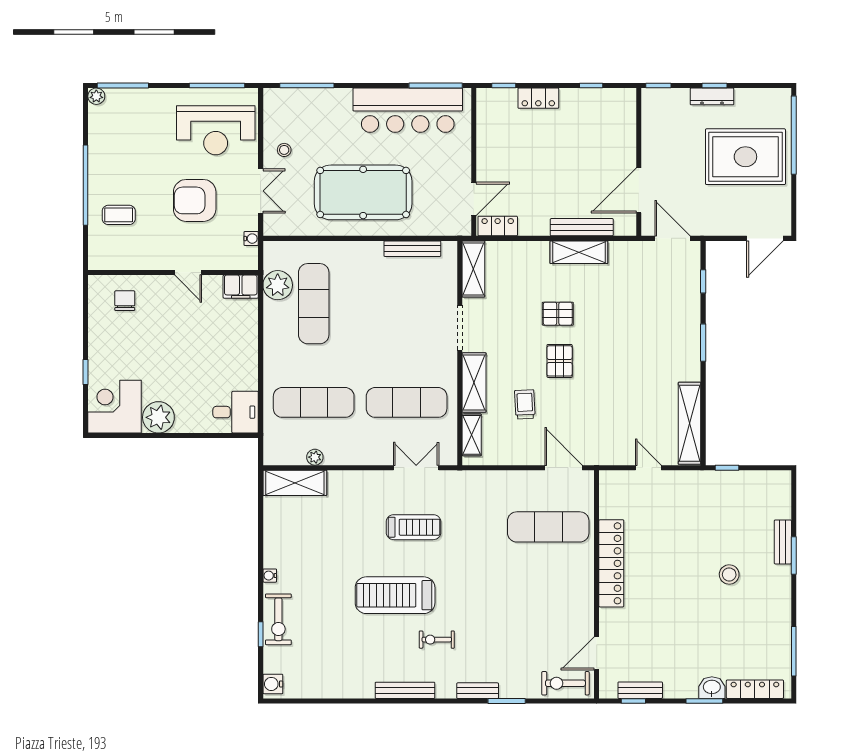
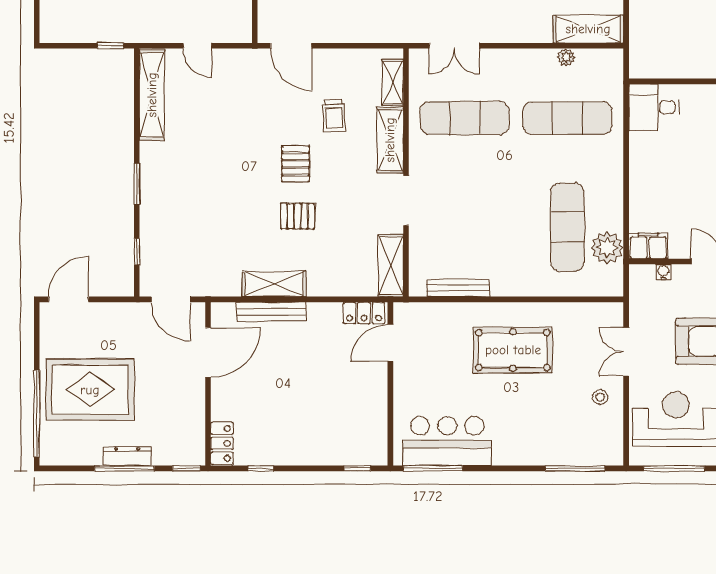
window: (714, 85) -> (124, 468), width x2.17
locker: (538, 98) -> (222, 443), moved, turned 90
bar counter: (408, 110) -> (447, 441), width x0.73
pool table: (363, 192) -> (513, 350), width x0.73, depth x0.76
water cooler: (251, 239) -> (663, 272), moved, turned 90

